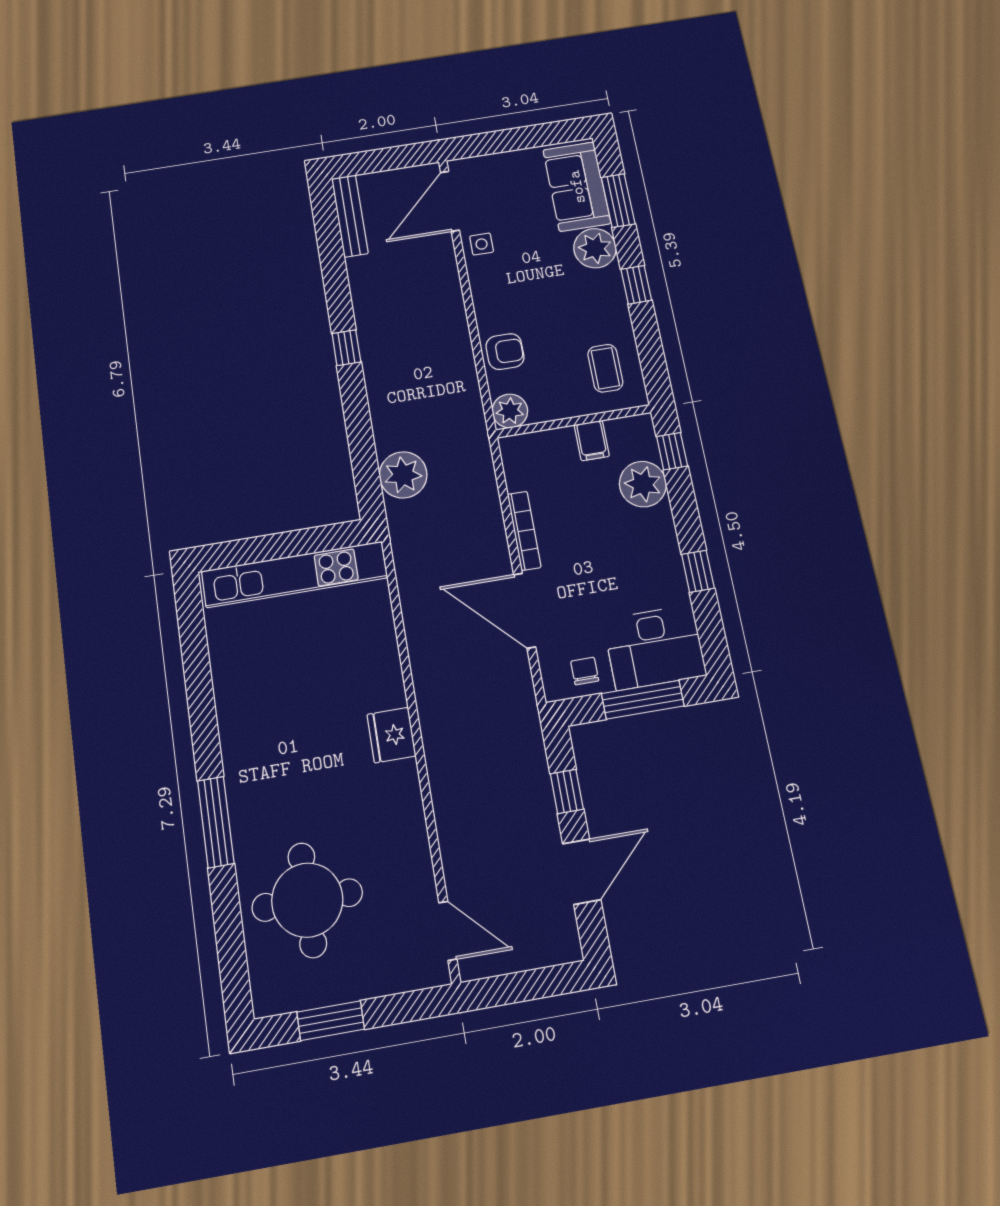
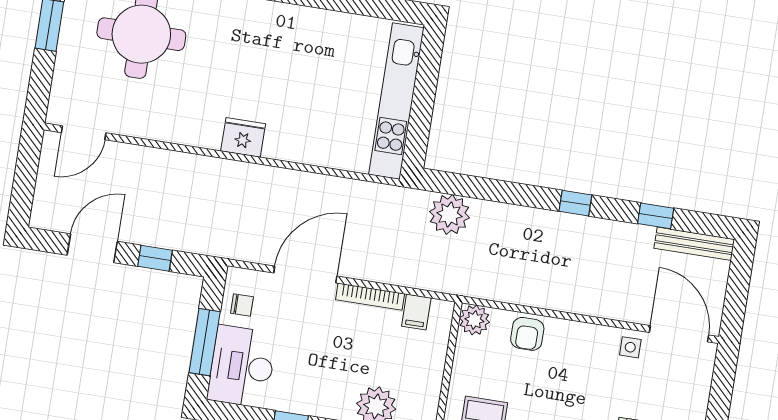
window: (333, 263) -> (656, 216), added
filing cabinet: (592, 441) -> (416, 312), moved, turned -90
door: (582, 872) -> (92, 248), swing flipped

